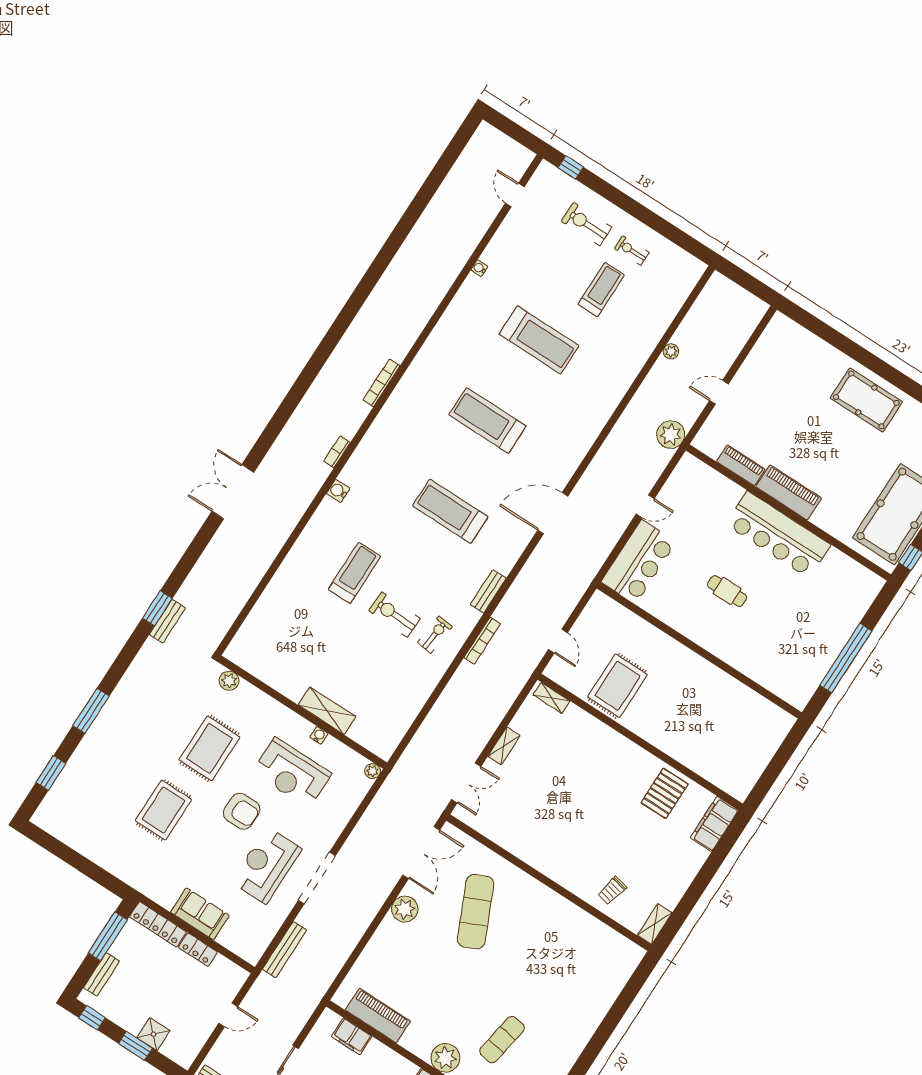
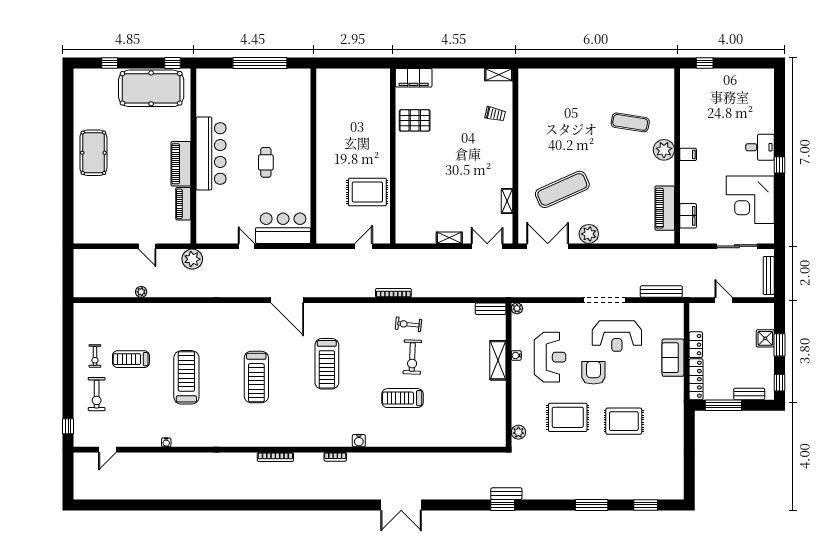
bench: (488, 591) -> (491, 309), moved
shelving: (551, 698) -> (507, 201), moved

